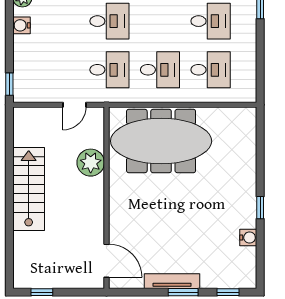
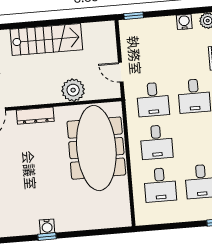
dresser: (117, 210) -> (35, 116), added
water cooler: (248, 238) -> (47, 226), moved

